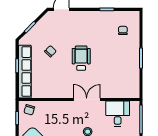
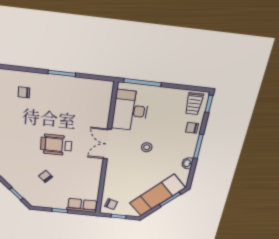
row of seats: (25, 72) -> (82, 205), width x0.50
desk: (118, 114) -> (130, 111), width x1.37

